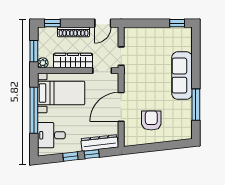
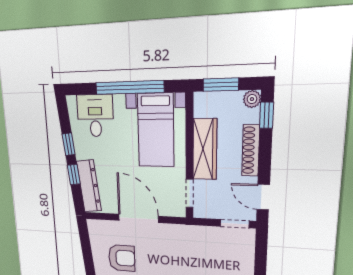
doorway: (121, 56) -> (235, 224), moved
plant: (43, 63) -> (252, 99), moved

